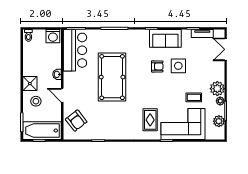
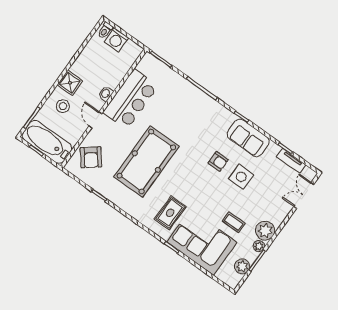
washing machine: (53, 36) -> (116, 40), moved
bar counter: (75, 50) -> (130, 99), moved
pool table: (112, 77) -> (146, 162), moved

